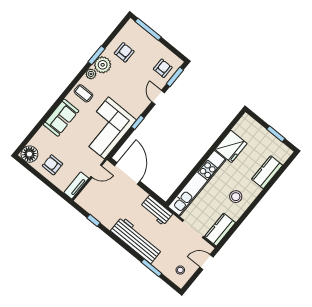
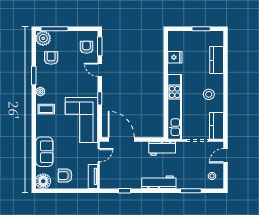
plant: (103, 65) -> (43, 38), moved
sofa: (61, 118) -> (44, 152), moved
fridge: (231, 146) -> (175, 57), width x0.53, depth x0.75
workbench: (136, 240) -> (159, 182), width x0.73, depth x0.76

